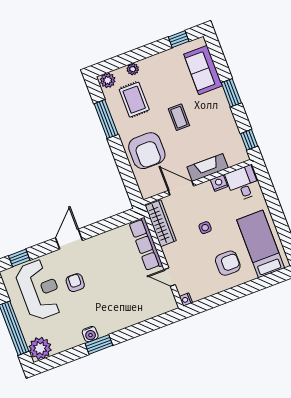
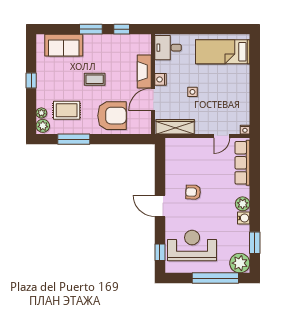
window: (179, 39) -> (31, 81), moved
plant: (133, 69) -> (41, 113), moved
window: (249, 140) -> (122, 29), moved
nightstand: (219, 183) -> (160, 79), moved
row of seats: (146, 244) -> (242, 163), moved, turned 90
armchair: (228, 263) -> (228, 84), removed
armchair: (75, 283) -> (193, 192), moved
plant: (105, 327) -> (243, 204), added
window: (99, 344) -> (255, 243), moved

